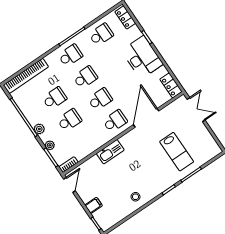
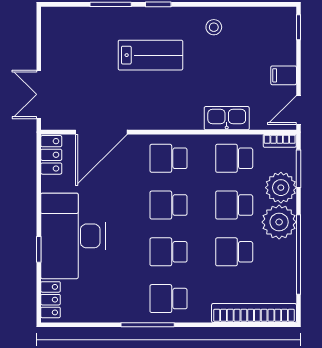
school desk: (101, 35) -> (234, 158), moved
desk: (142, 57) -> (73, 236), width x1.36, depth x1.30
door: (146, 118) -> (101, 132), moved
plant: (39, 129) -> (279, 222), width x1.88, depth x1.88
plant: (50, 145) -> (281, 188), width x1.88, depth x1.88
kitchen sink: (110, 152) -> (227, 118), moved
lab bench: (177, 152) -> (150, 55), moved, turned 90
filing cabinet: (94, 205) -> (284, 75), moved

